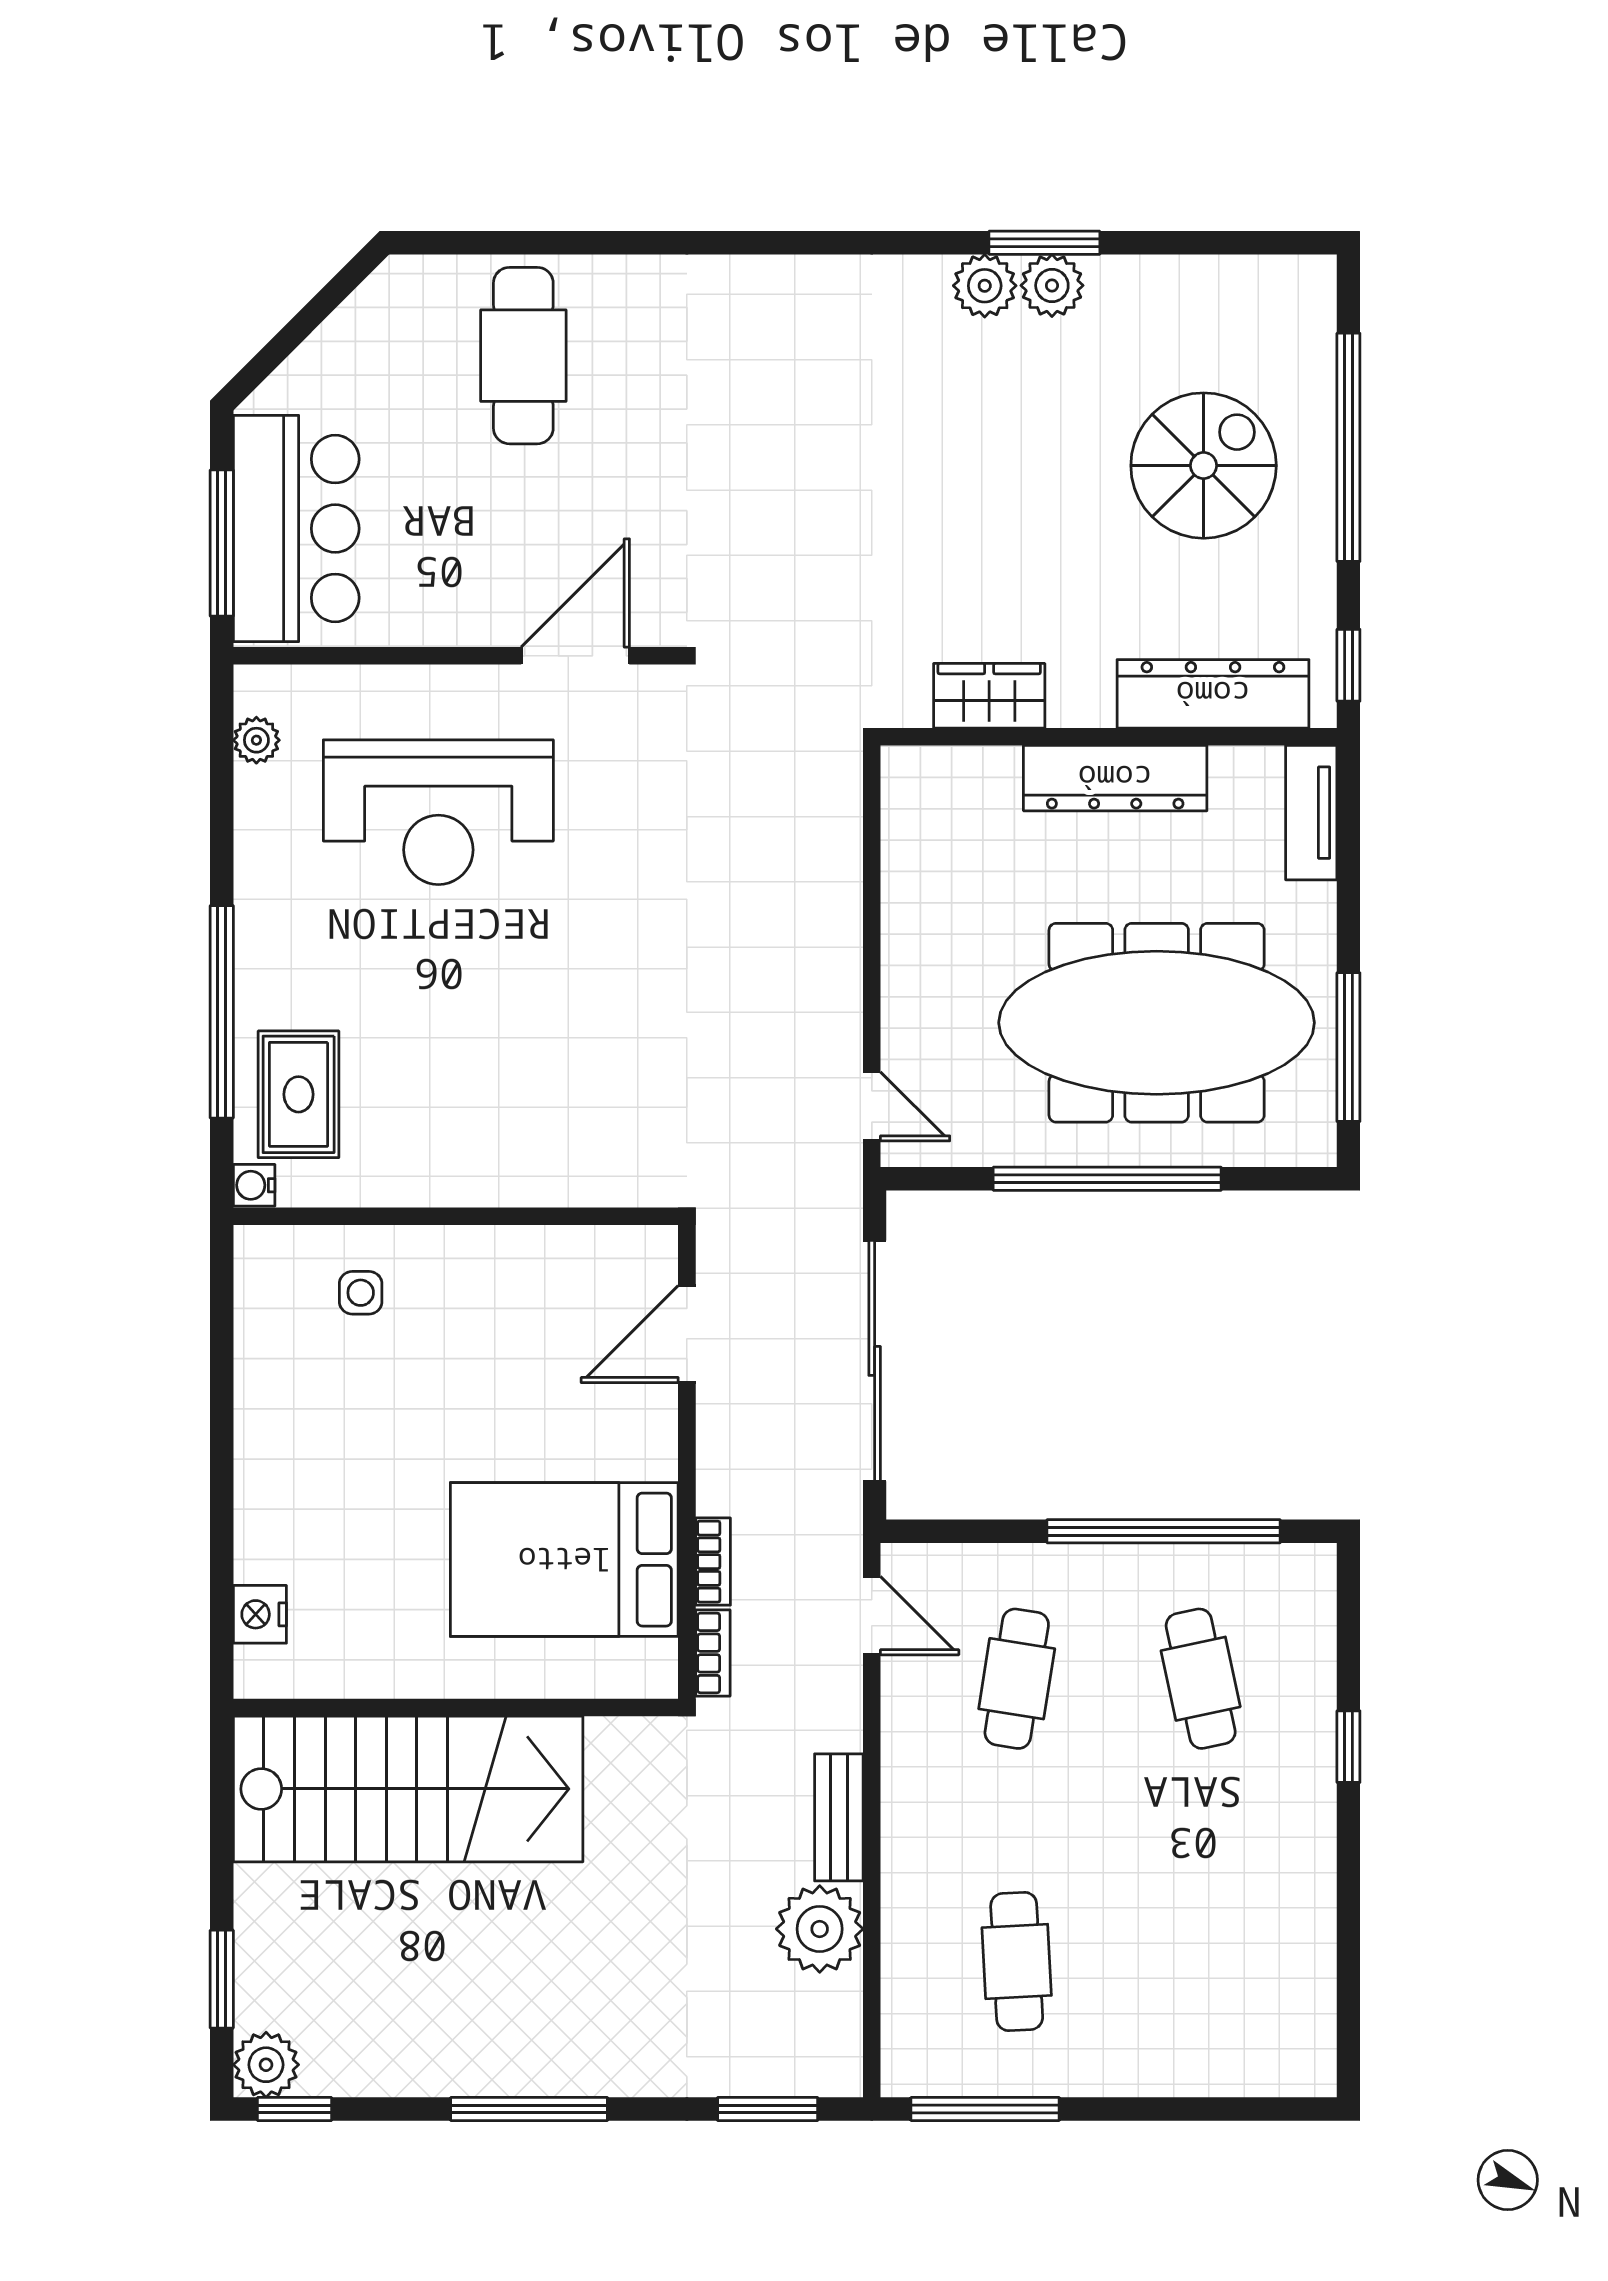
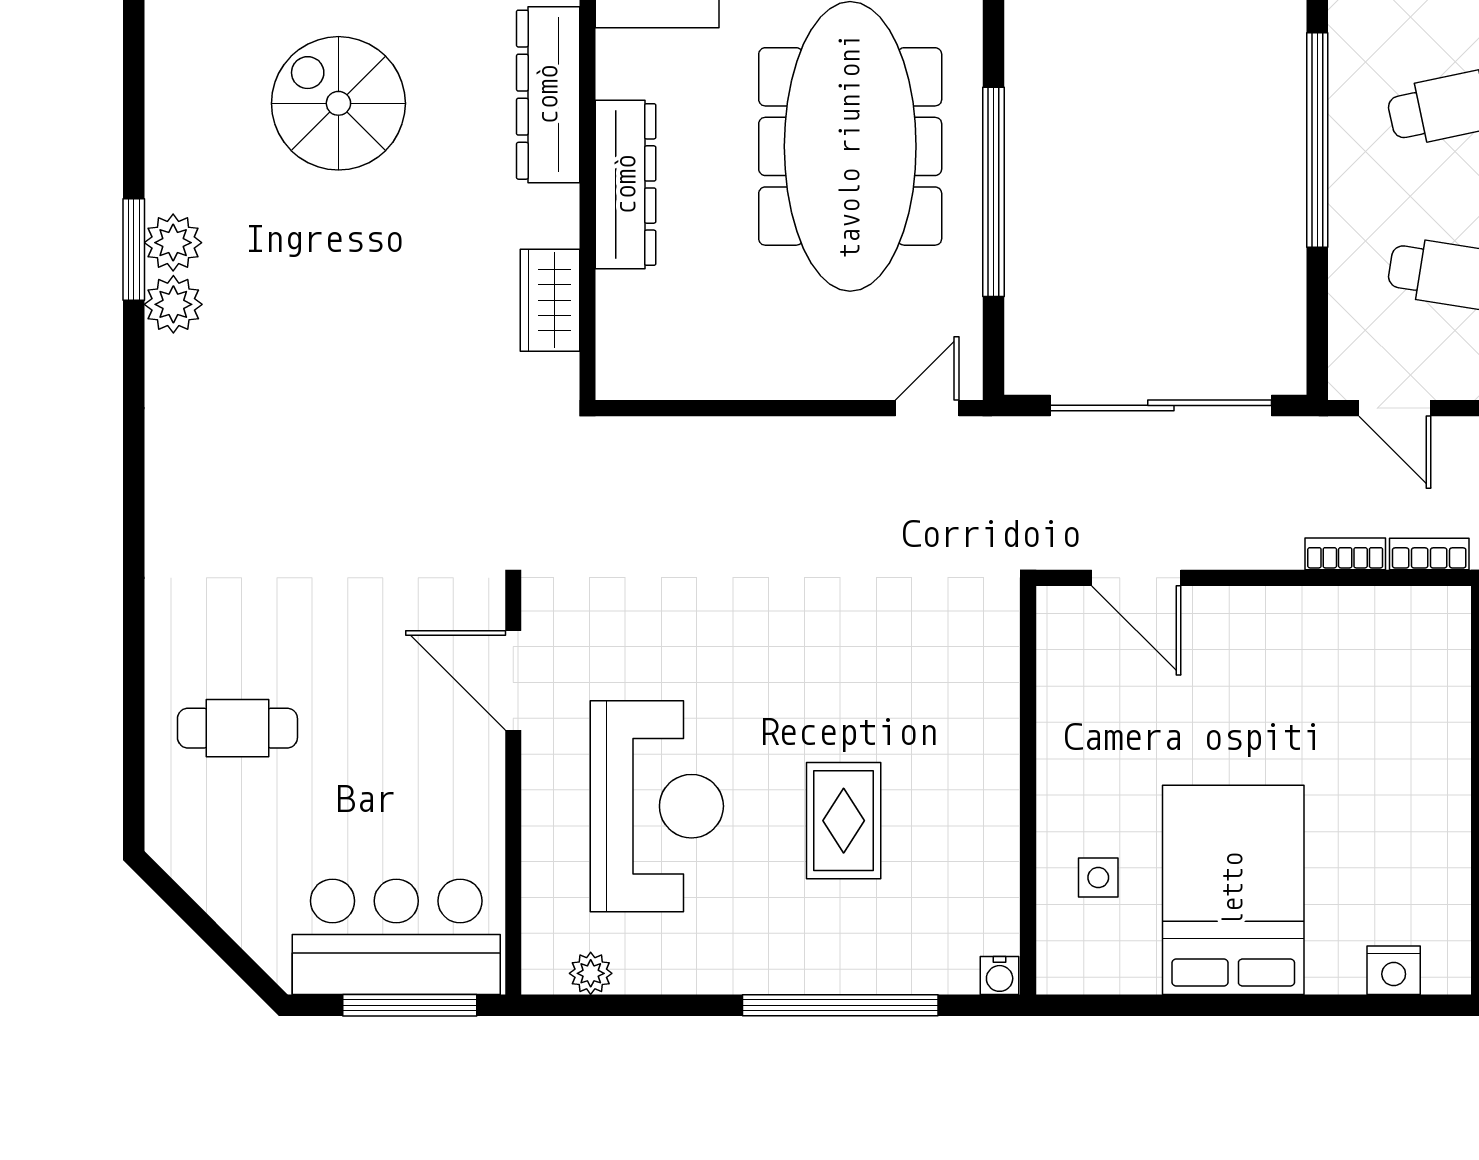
cafe table: (523, 356) -> (237, 728), width x0.73, depth x0.74
rug: (299, 1094) -> (844, 821), moved, turned 90
bed: (564, 1560) -> (1233, 890), moved, turned 180
door: (872, 1616) -> (1395, 408), swing flipped

